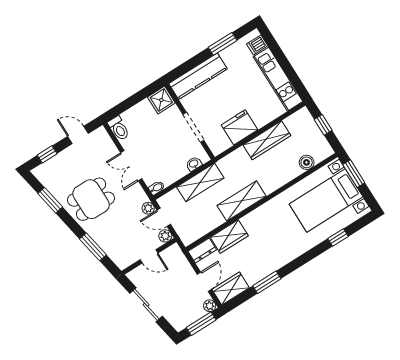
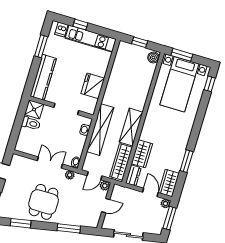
window: (280, 56) -> (80, 25), added
toilet: (119, 128) -> (31, 123), moved
wardrobe: (267, 140) -> (121, 162), moved, turned 180
boiler: (307, 162) -> (153, 57), moved
double door: (131, 166) -> (50, 162), swing flipped
shelving: (200, 182) -> (100, 130), width x1.47
plant: (148, 208) -> (70, 175), moved
window: (338, 237) -> (210, 84), moved

